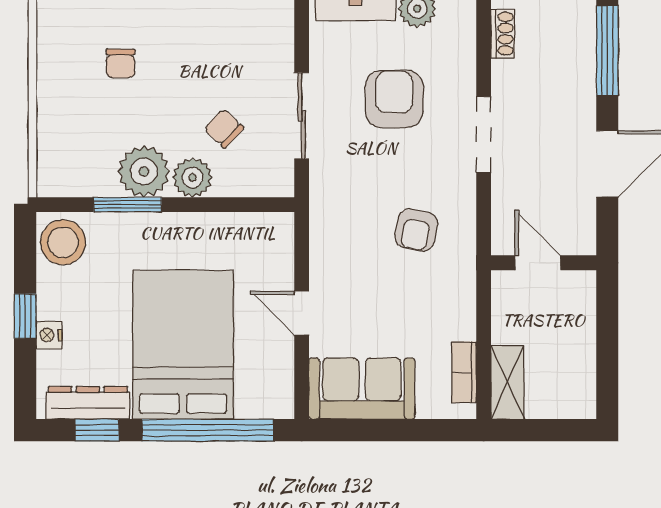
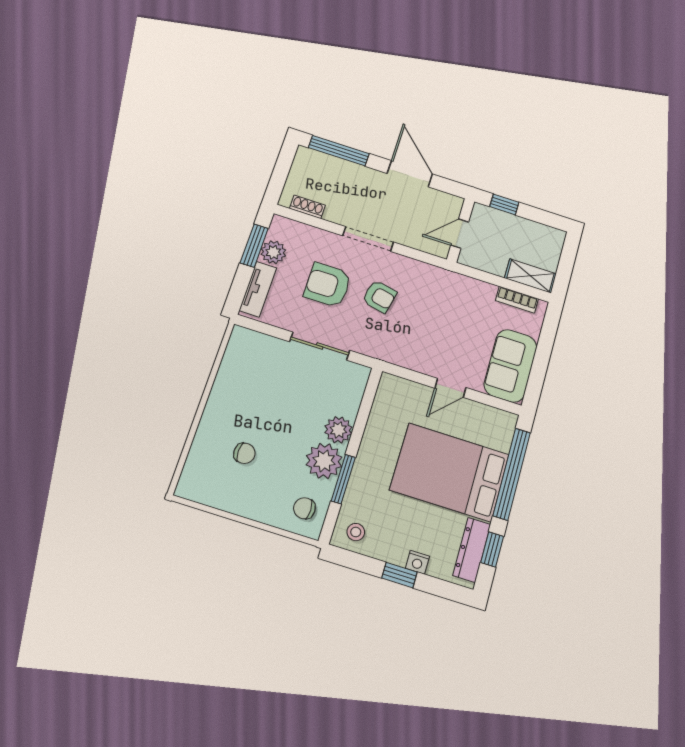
chair: (224, 128) -> (304, 508), moved, turned 47
armchair: (416, 230) -> (379, 296), moved
stool: (63, 242) -> (356, 532), width x0.53, depth x0.53
window: (607, 315) -> (504, 204), added

